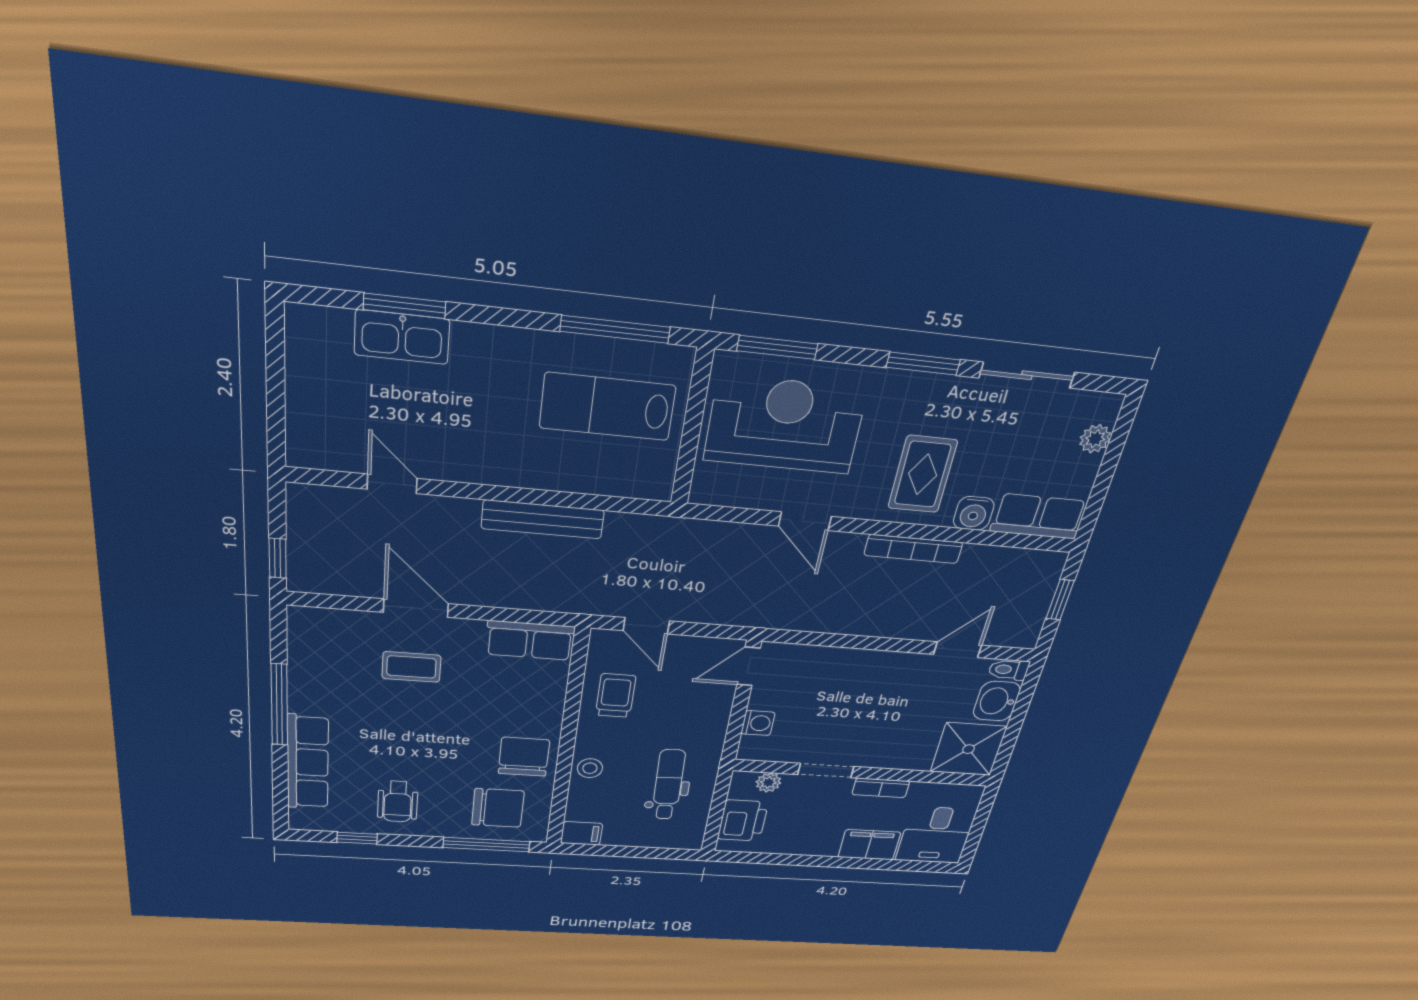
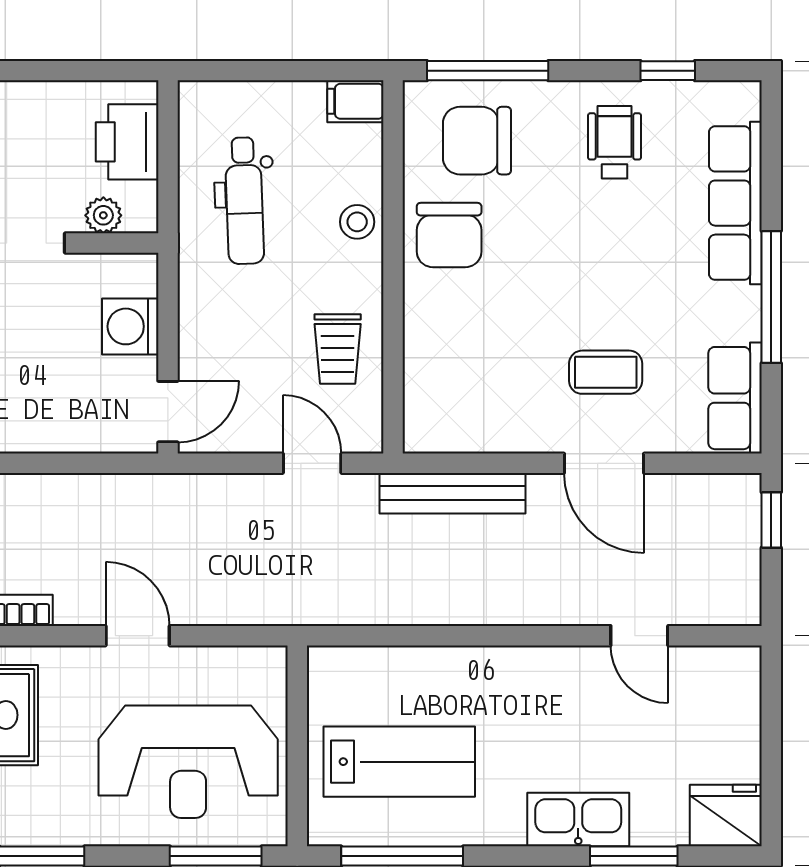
fridge: (318, 332) -> (726, 815), added
kitchen sink: (402, 337) -> (578, 820), moved
bench: (543, 519) -> (452, 493), moved
row of seats: (530, 640) -> (735, 398), moved, turned -90
washing machine: (758, 723) -> (130, 326), width x1.38, depth x1.38

